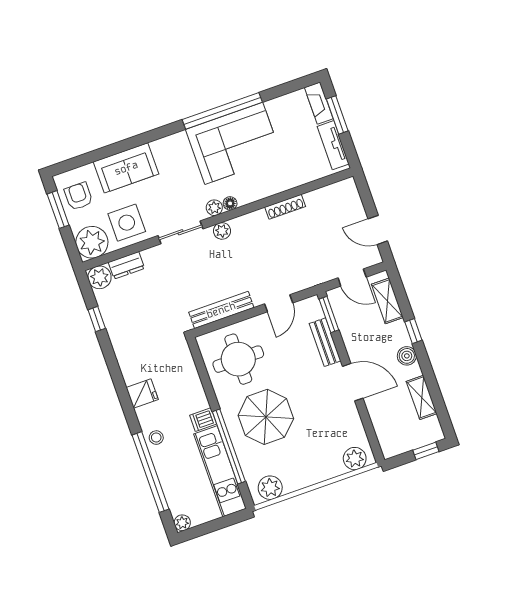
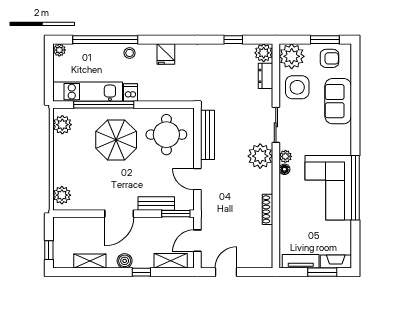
plant: (222, 231) -> (260, 156), width x1.88, depth x1.88

